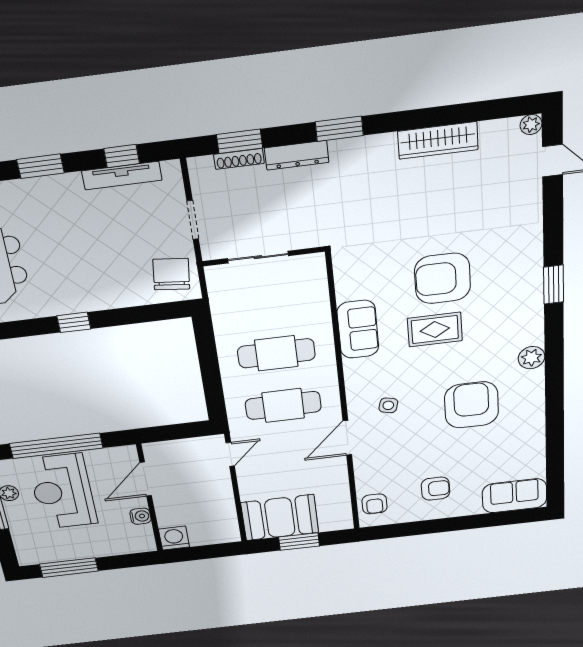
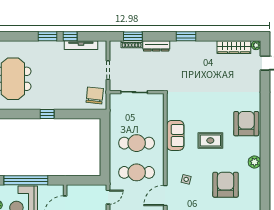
window: (339, 129) -> (186, 36), moved
wardrobe: (438, 140) -> (234, 47), moved
window: (122, 156) -> (70, 36), moved
armchair: (442, 278) -> (246, 124), moved, turned 90
window: (554, 285) -> (265, 124), removed

